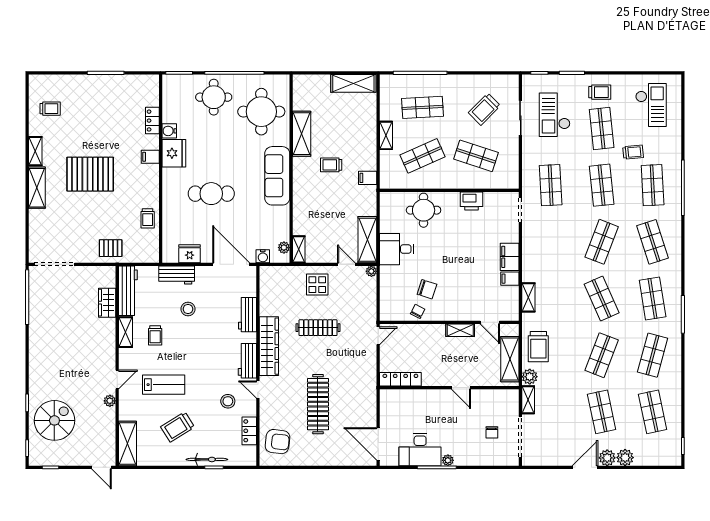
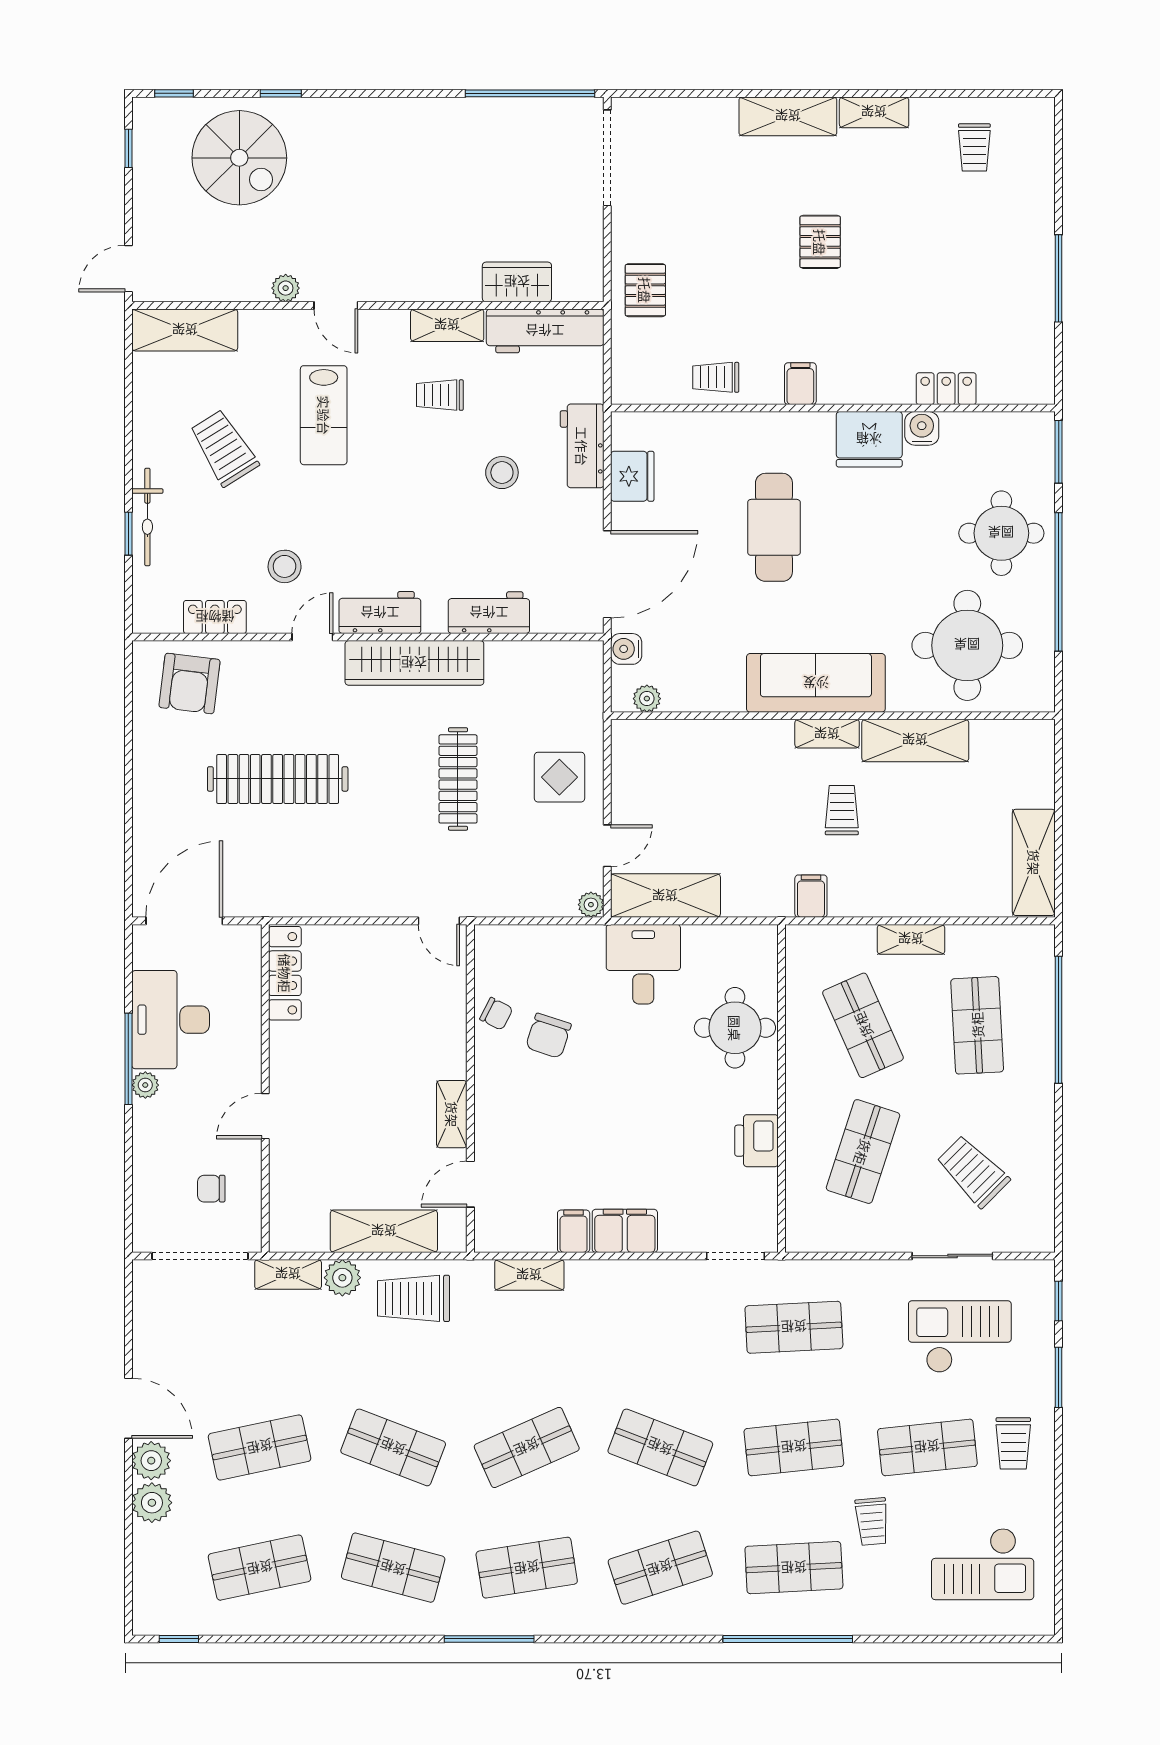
filing cabinet: (150, 157) -> (800, 384), moved
pallet: (90, 174) -> (820, 242), width x0.49, depth x0.50
shelving: (299, 249) -> (827, 734), moved
locker: (400, 379) -> (285, 973), moved
wall: (449, 388) -> (265, 1088), moved
door: (461, 388) -> (265, 1116), moved

